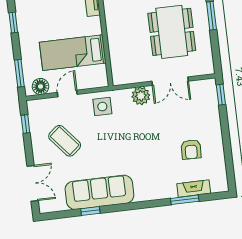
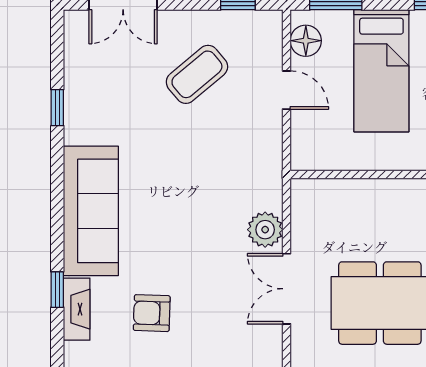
bed: (73, 53) -> (381, 71), moved, turned 180
side table: (102, 107) -> (253, 154), removed
sofa: (99, 192) -> (91, 211), moved
window: (185, 200) -> (57, 290), width x0.67

